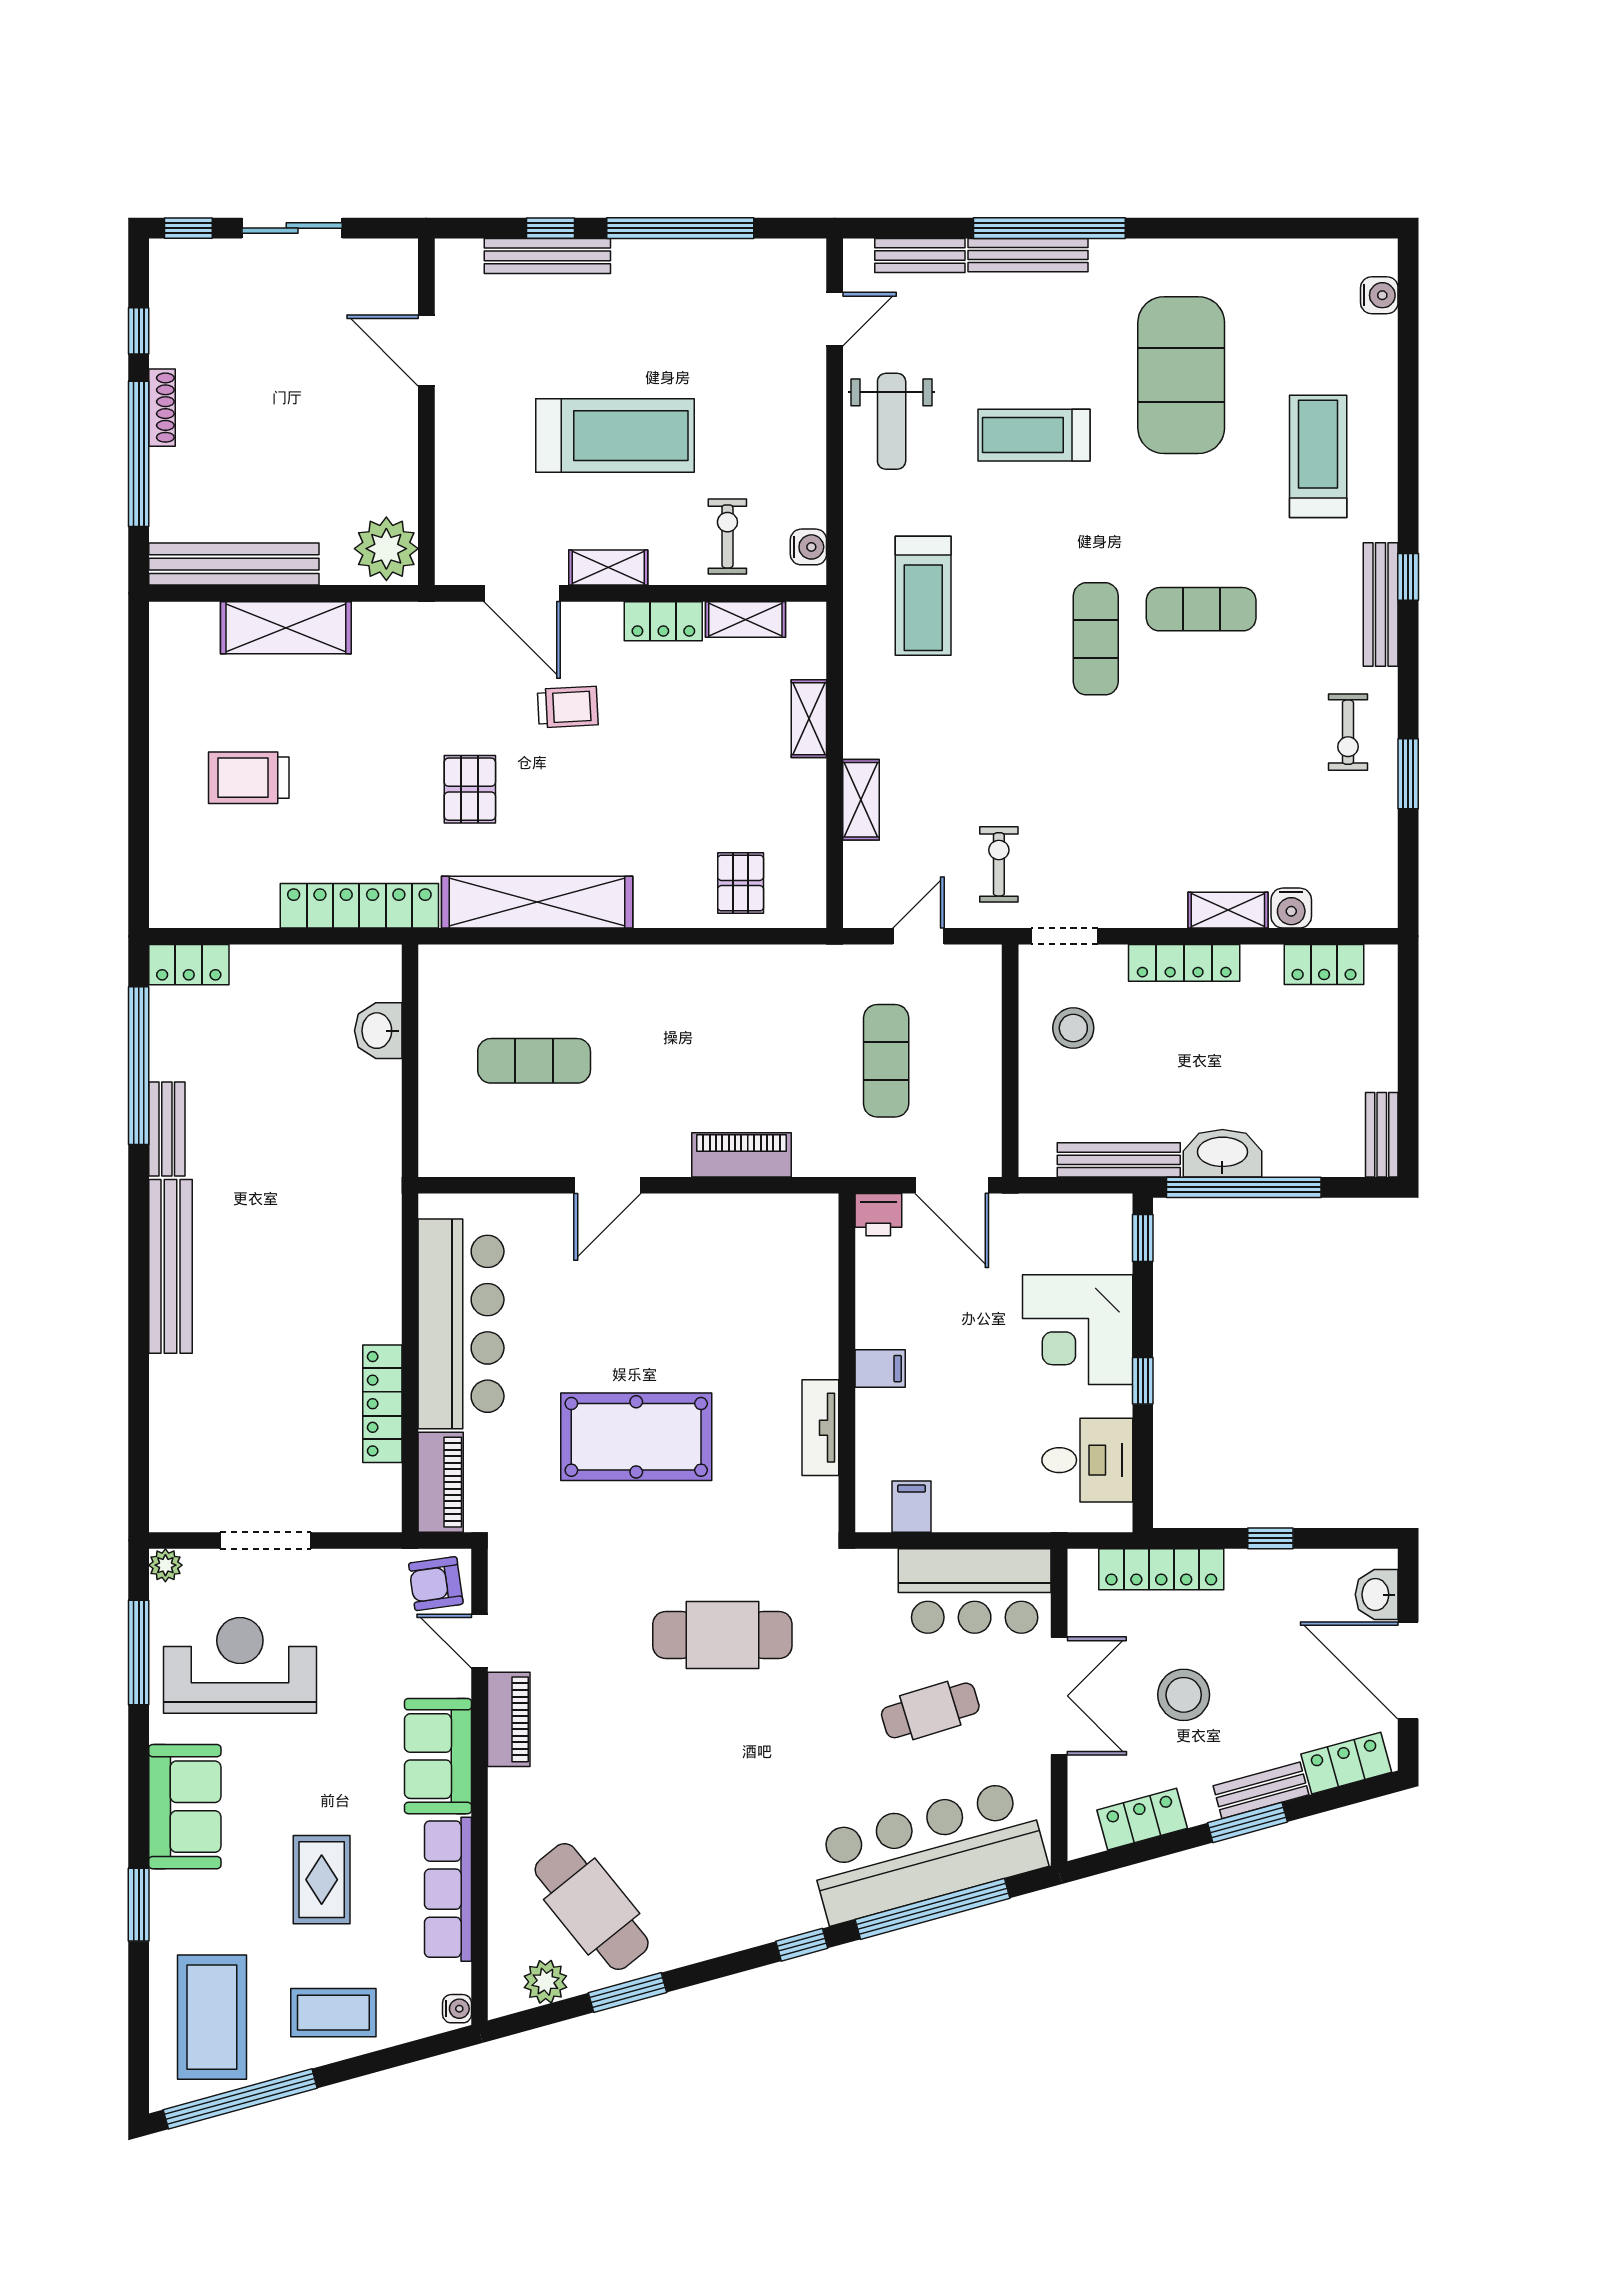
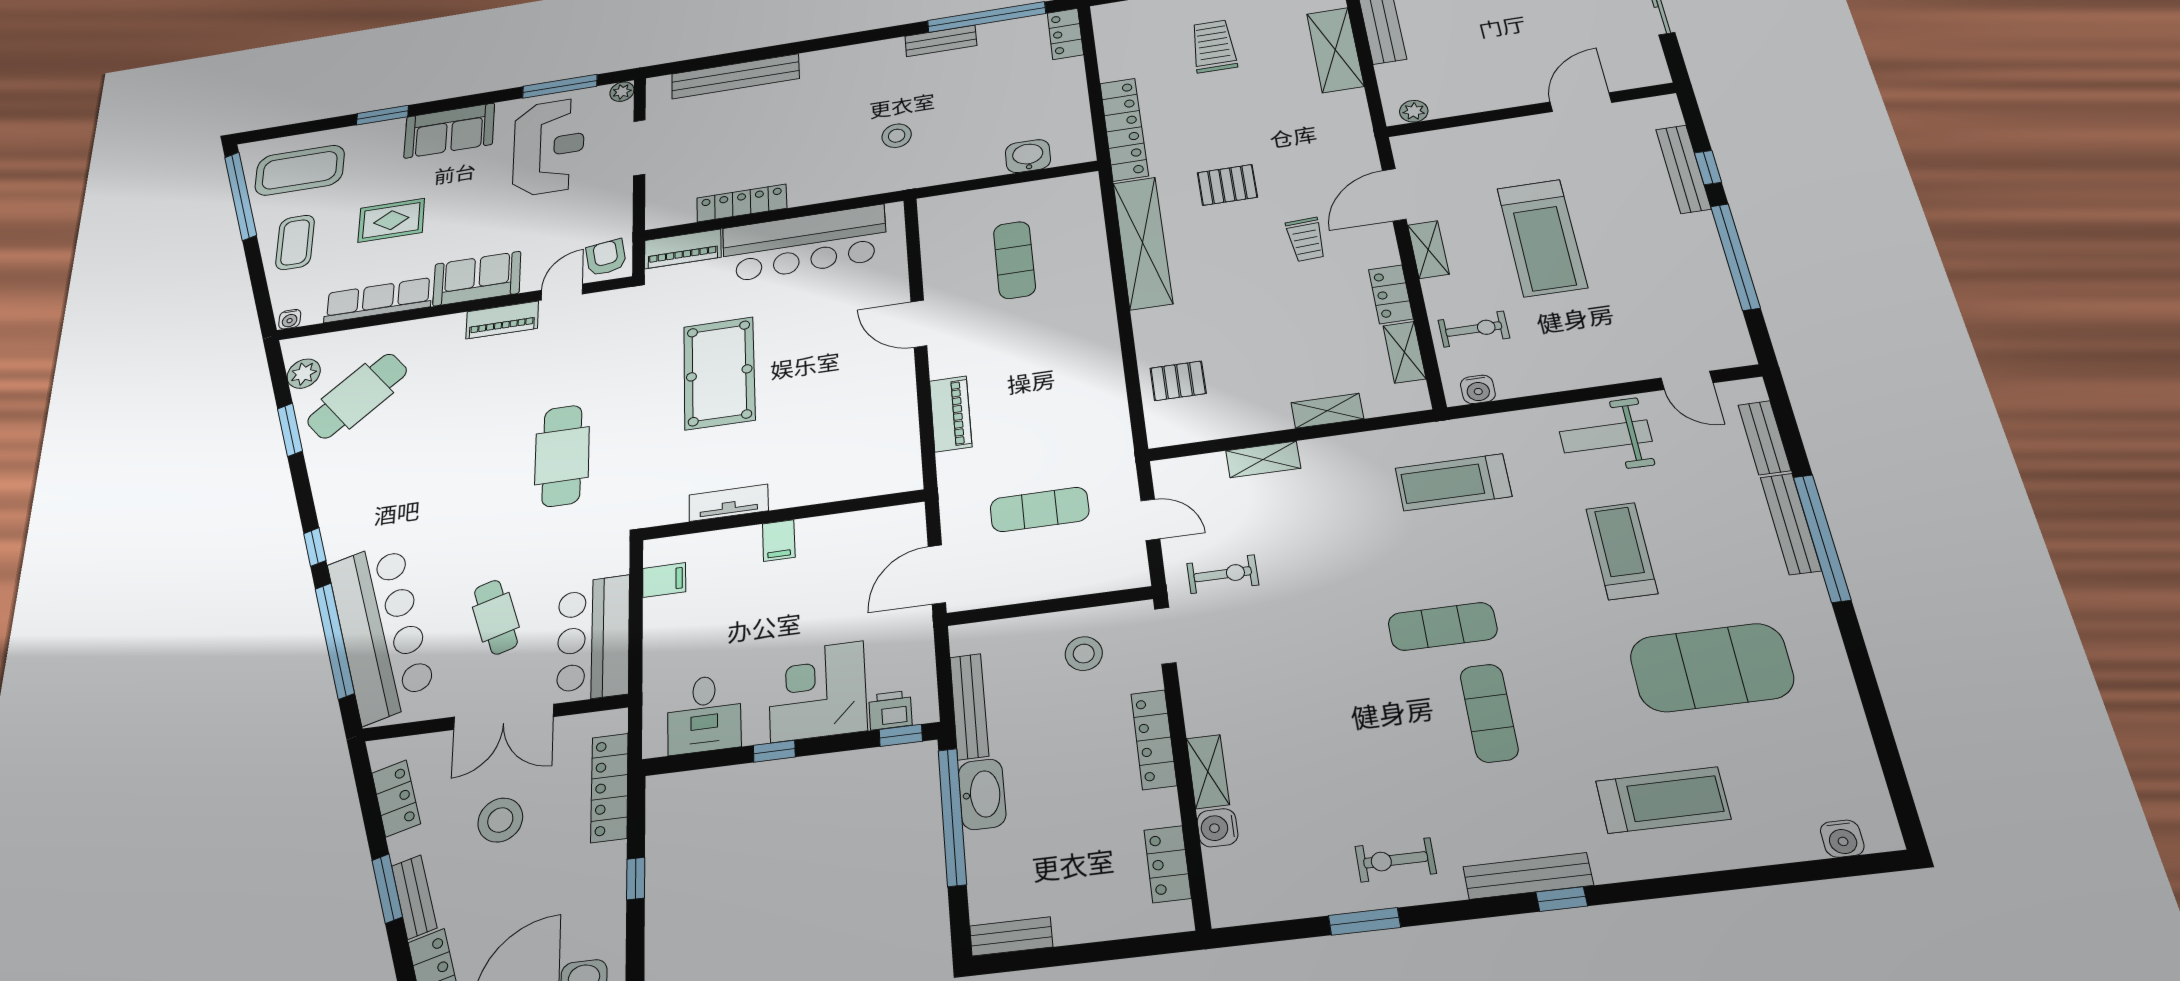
plant: (386, 549) -> (1414, 111), width x0.53, depth x0.53
stool: (313, 1197) -> (897, 136), added
printer: (878, 1215) -> (890, 710), moved, turned 90
bench: (170, 1266) -> (735, 76), moved

